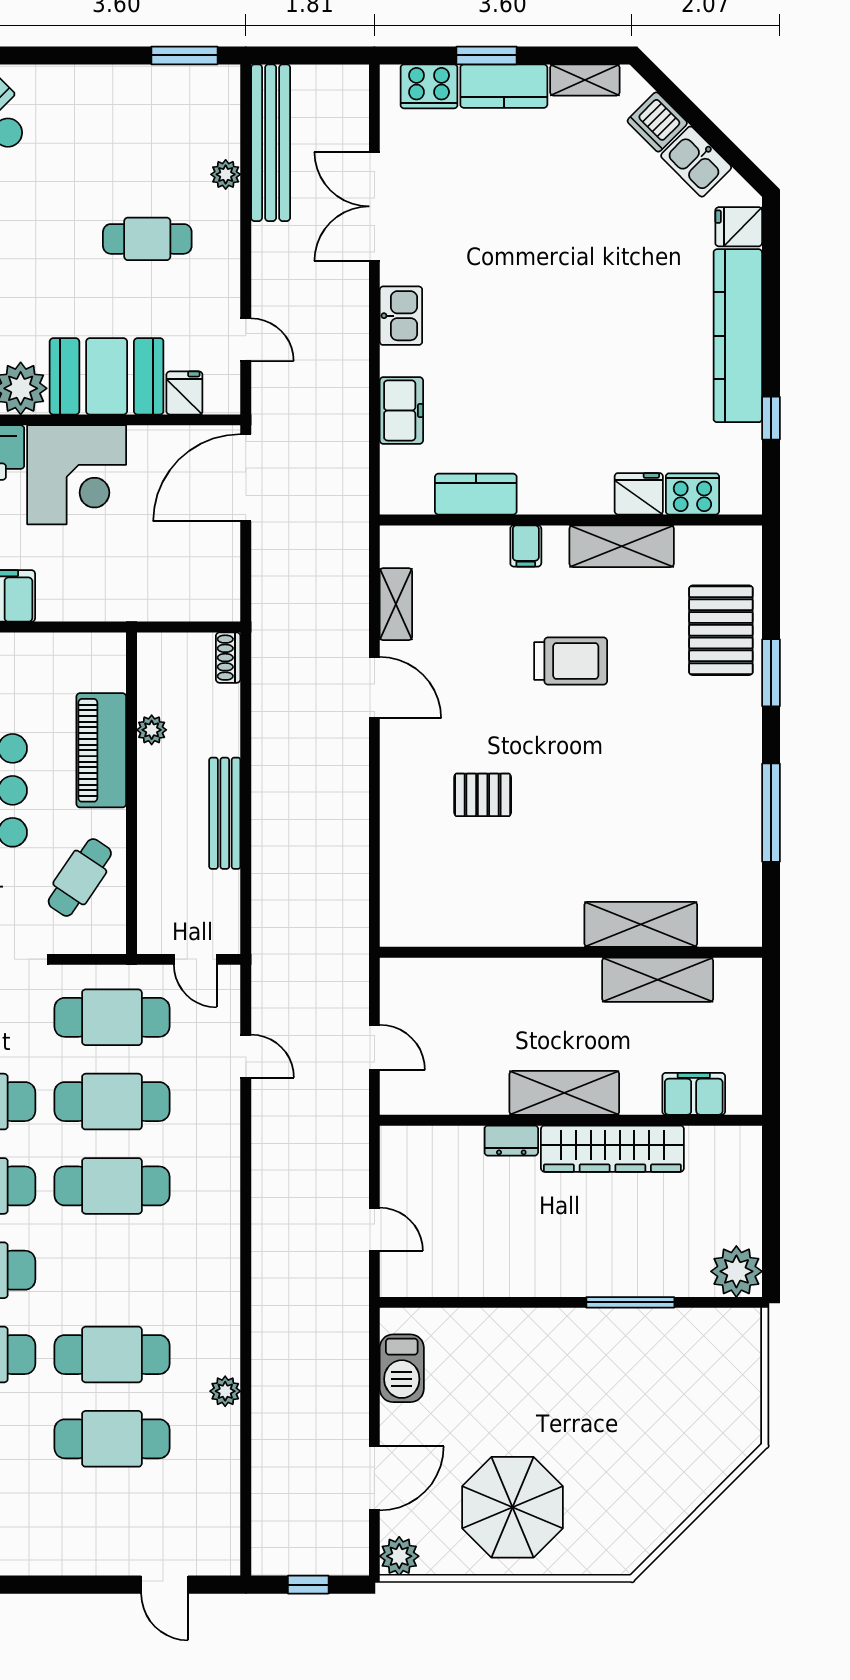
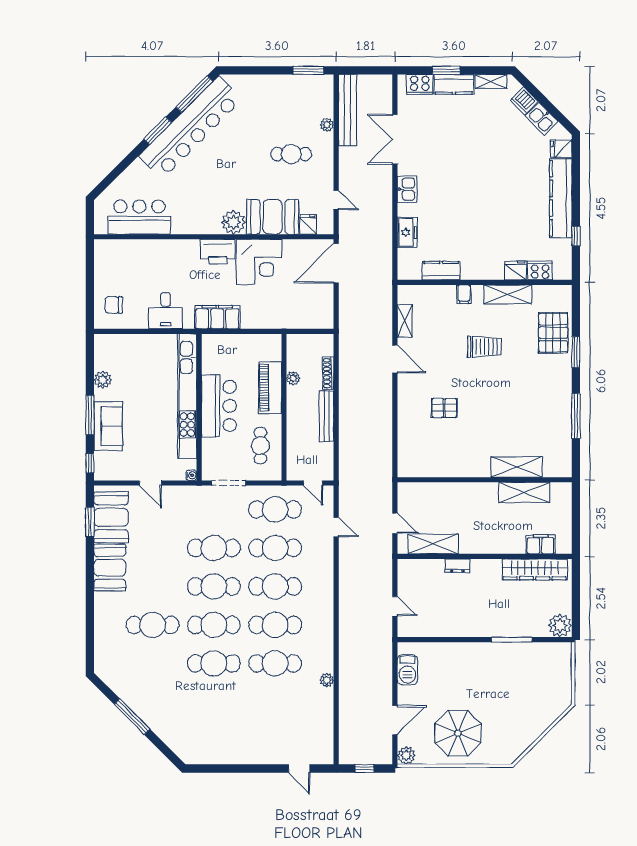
shoe rack: (228, 658) -> (328, 373), moved, width x1.43
cafe table: (80, 877) -> (260, 446), turned -34
shelving: (564, 1093) -> (433, 544), moved
wardrobe: (612, 1149) -> (535, 569), moved
cafe table: (112, 1439) -> (275, 625), moved

